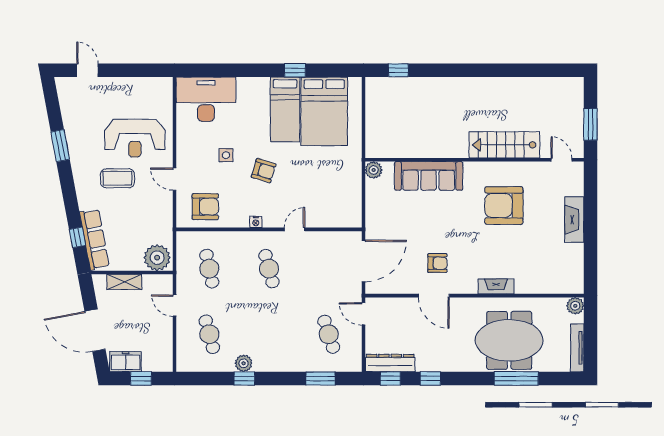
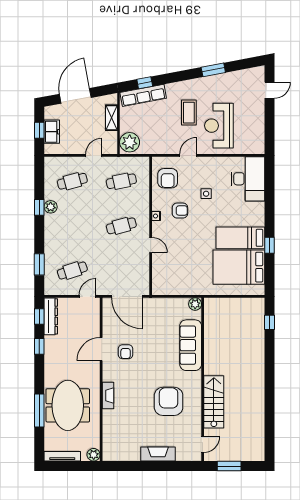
armchair: (264, 171) -> (180, 211), moved, turned -107
freezer: (126, 362) -> (52, 132), moved

